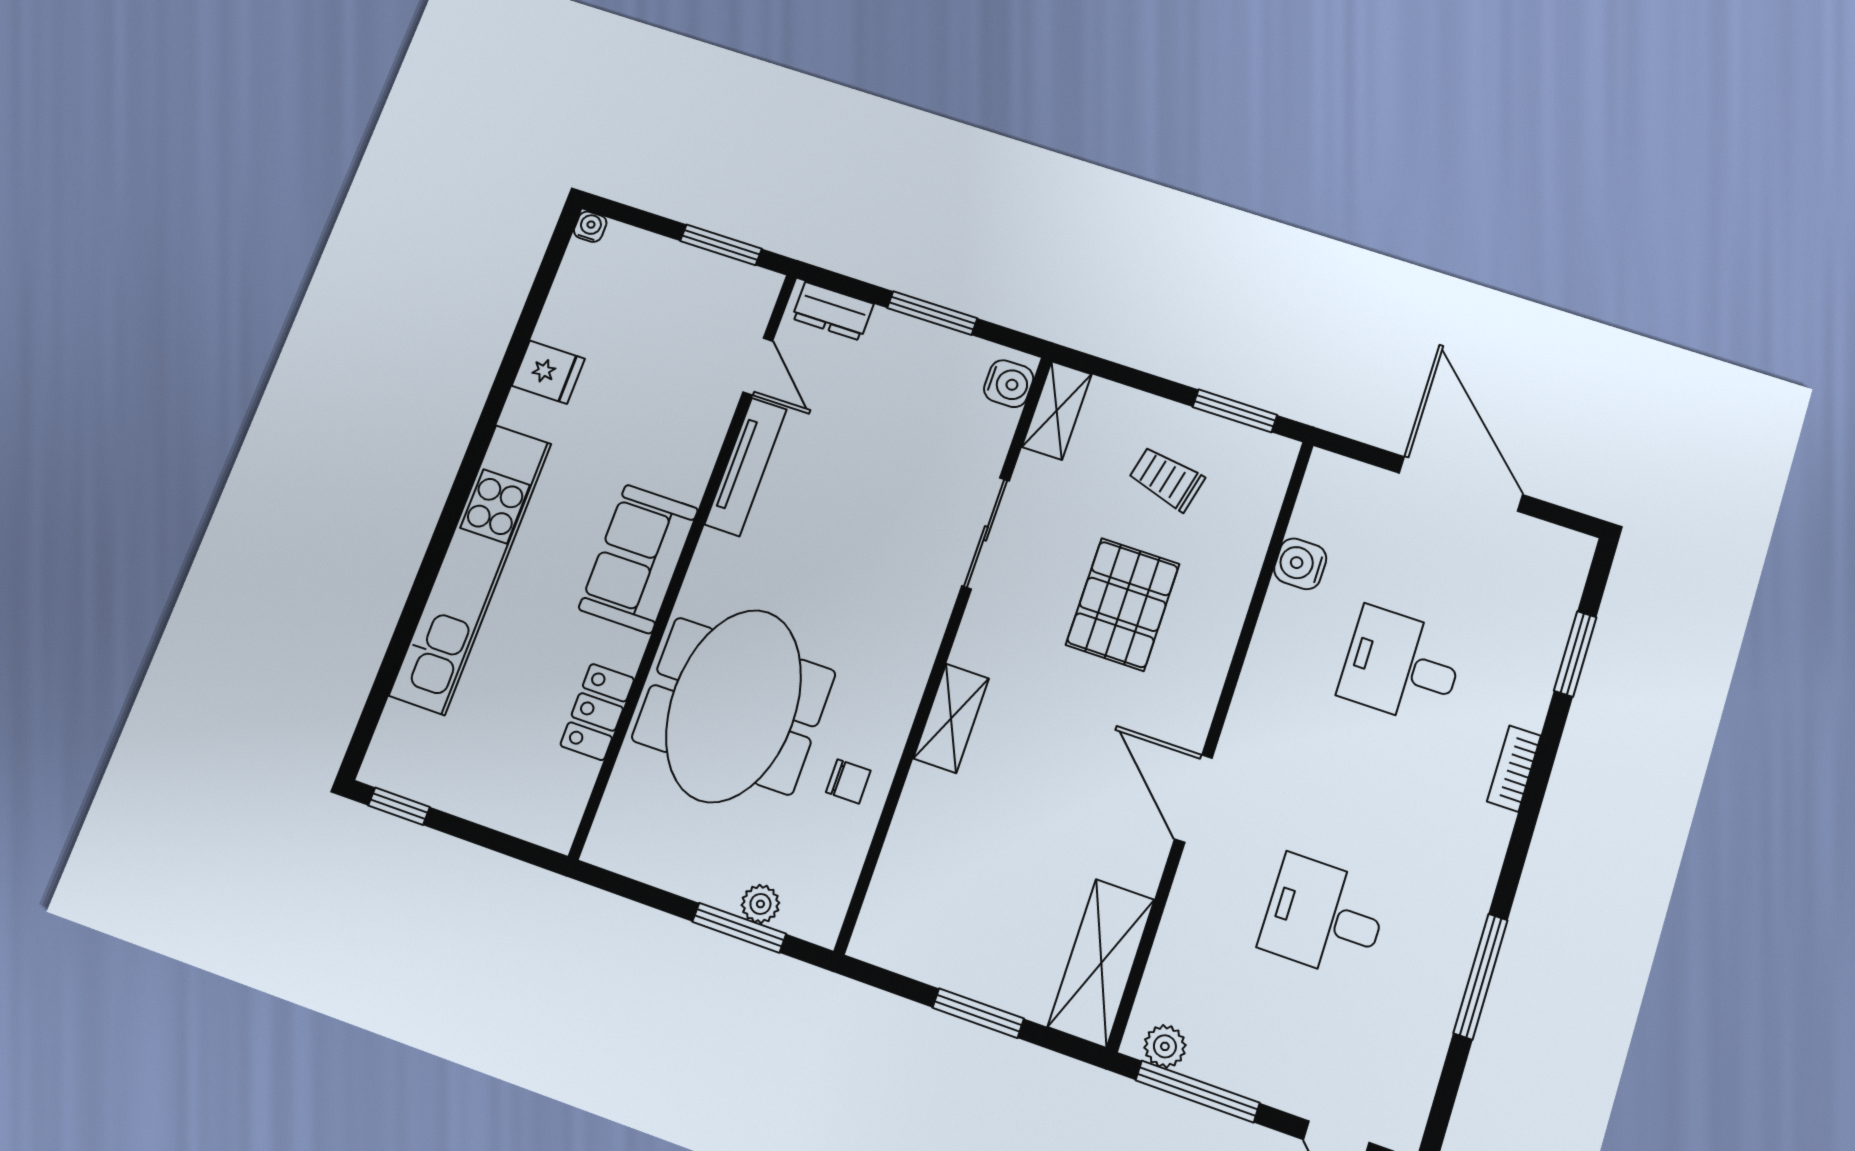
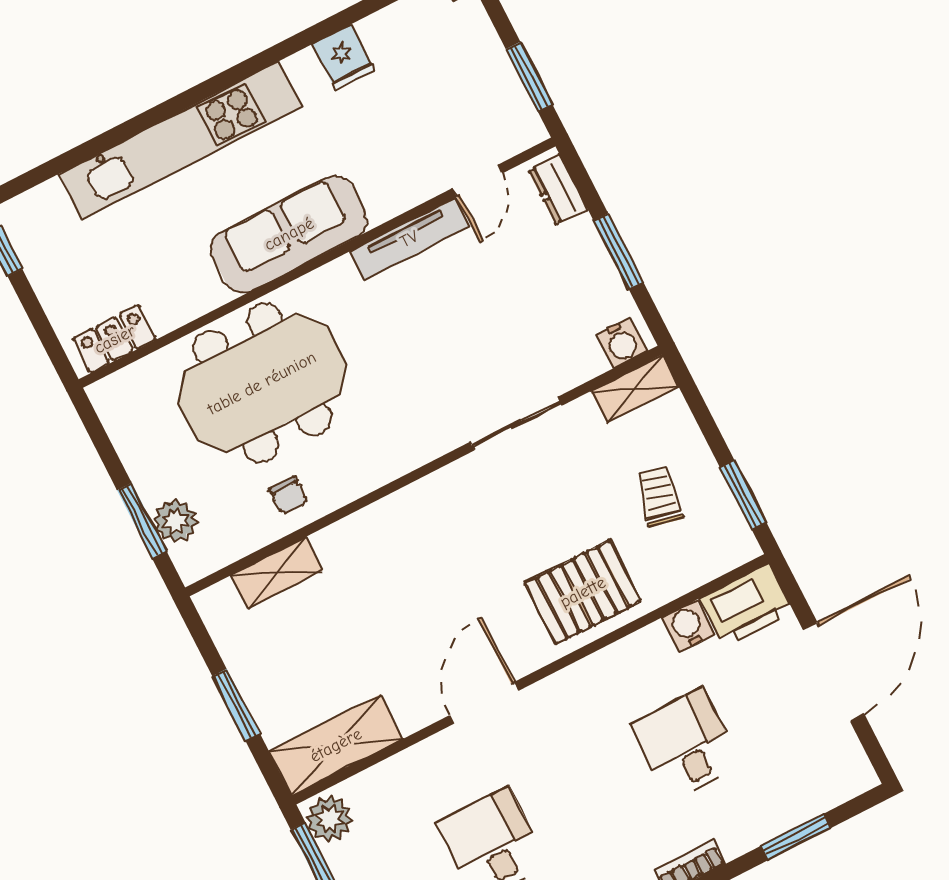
printer: (1332, 499) -> (747, 605), added
sofa: (638, 559) -> (289, 234), width x1.36
pallet: (1123, 604) -> (583, 592), moved
locker: (597, 712) -> (115, 339), moved
shelving: (951, 718) -> (277, 573), moved
plant: (760, 904) -> (175, 521), width x1.38, depth x1.38
plant: (1165, 1046) -> (329, 819), width x1.38, depth x1.38

